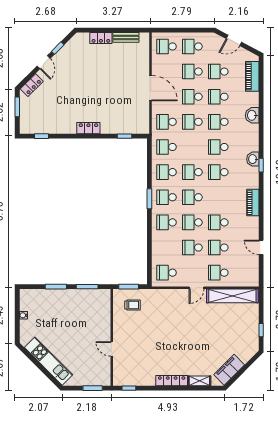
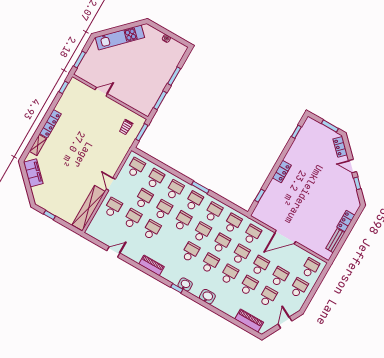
washbasin: (252, 115) -> (207, 297), moved
school desk: (192, 147) -> (221, 243), added
school desk: (166, 248) -> (155, 179), added

